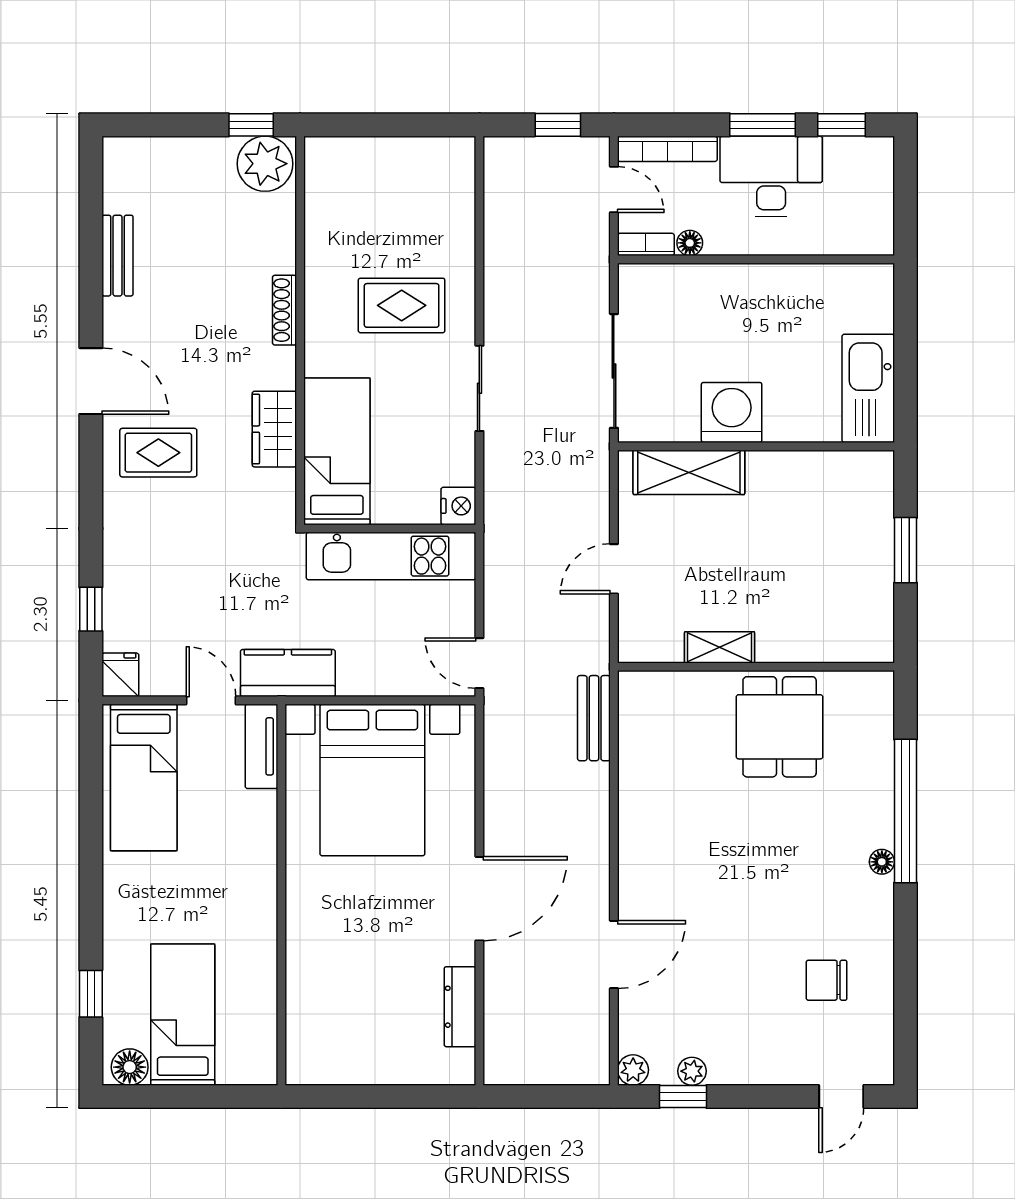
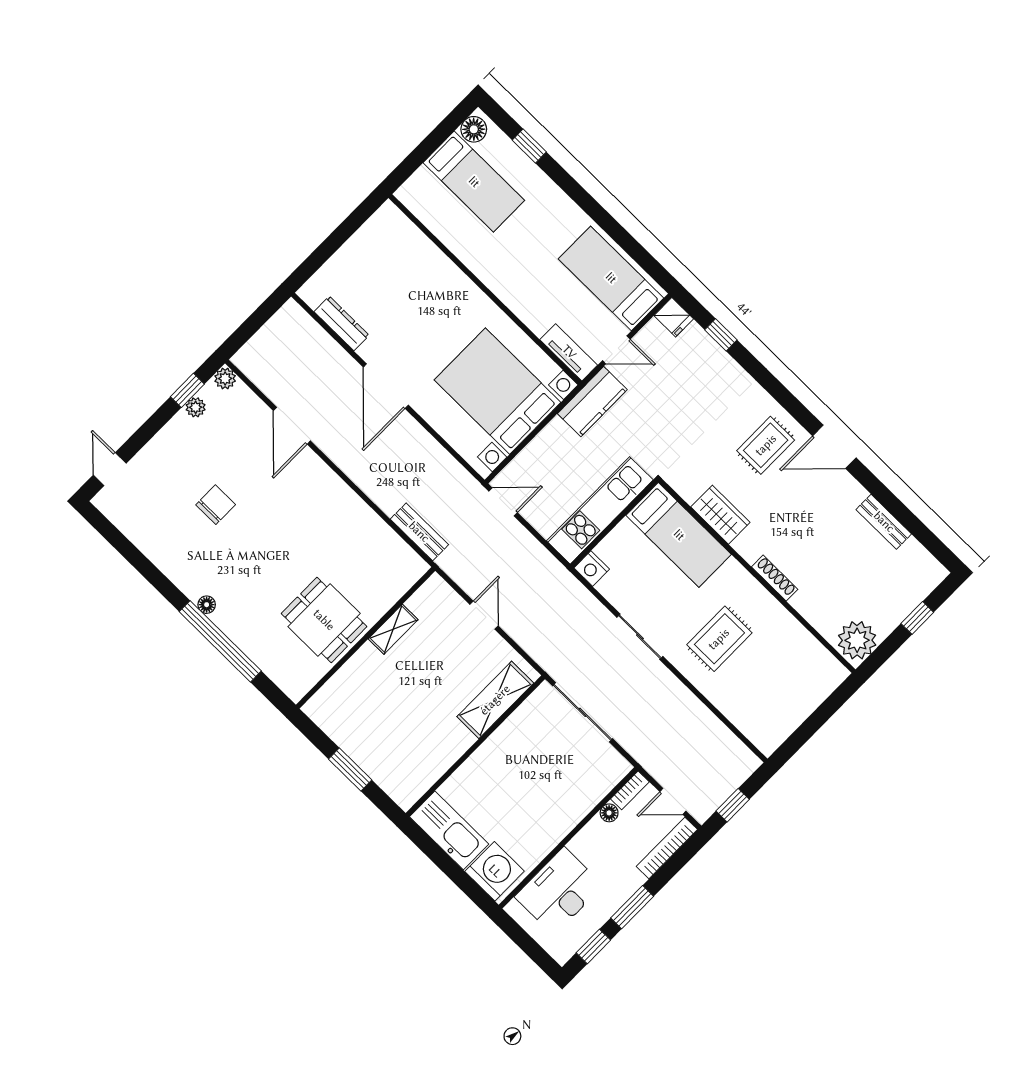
window: (251, 125) -> (917, 618), moved
desk: (771, 176) -> (559, 891), moved, turned 180
washing machine: (732, 412) -> (495, 871), moved, turned -90
chair: (826, 980) -> (216, 505), moved

